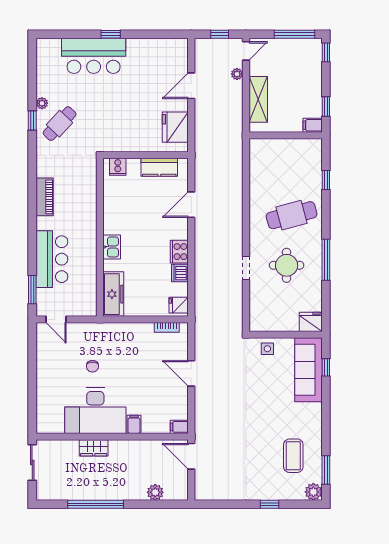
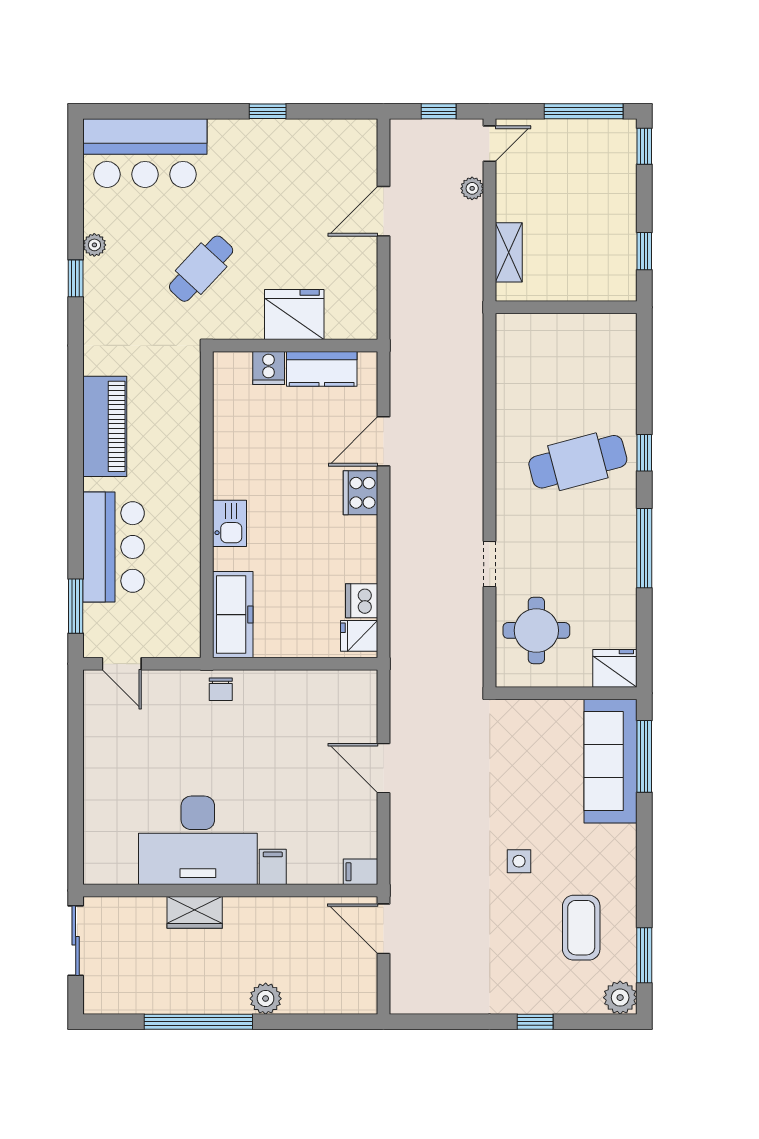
window: (111, 34) -> (268, 111), moved
bar counter: (94, 56) -> (145, 153), moved
shelving: (258, 99) -> (509, 252), width x0.67, depth x0.75
cafe table: (60, 124) -> (201, 269), moved
filing cabinet: (313, 125) -> (619, 288), removed
fridge: (175, 127) -> (294, 315), moved, turned 90
cooker: (118, 167) -> (269, 368), moved
window: (326, 180) -> (644, 453), moved
piano: (45, 197) -> (105, 426), width x1.37, depth x1.33
cooker: (179, 252) -> (360, 493), moved
round table: (287, 265) -> (536, 630), moved
dishwasher: (180, 273) -> (362, 601), moved
bookcase: (167, 327) -> (336, 679), removed
side table: (267, 349) -> (519, 861), moved
chair: (92, 366) -> (221, 689), moved
window: (326, 367) -> (644, 756), width x2.17
plant: (155, 492) -> (266, 999), moved

